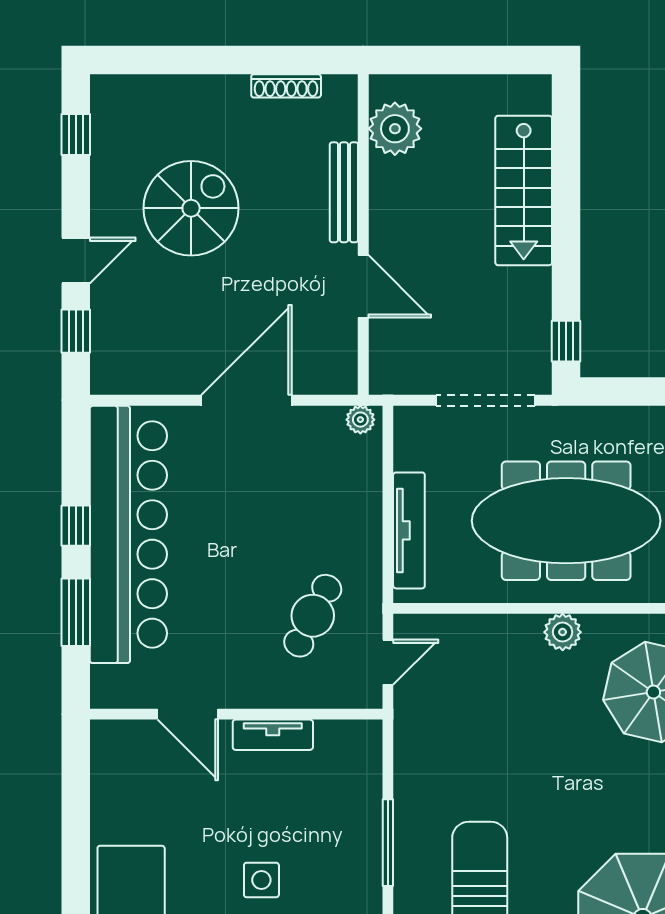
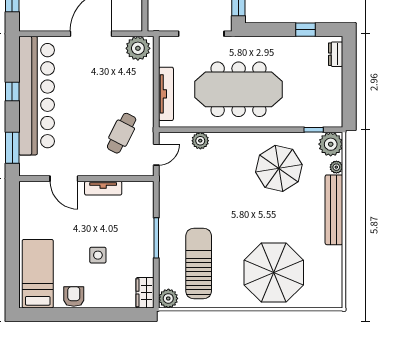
plant: (360, 420) -> (138, 48), width x1.88, depth x1.88
window: (76, 612) -> (12, 148), moved
plant: (563, 632) -> (200, 141), moved

